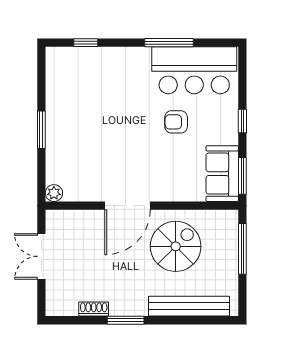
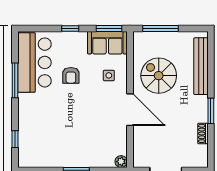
side table: (176, 176) -> (109, 75), added

